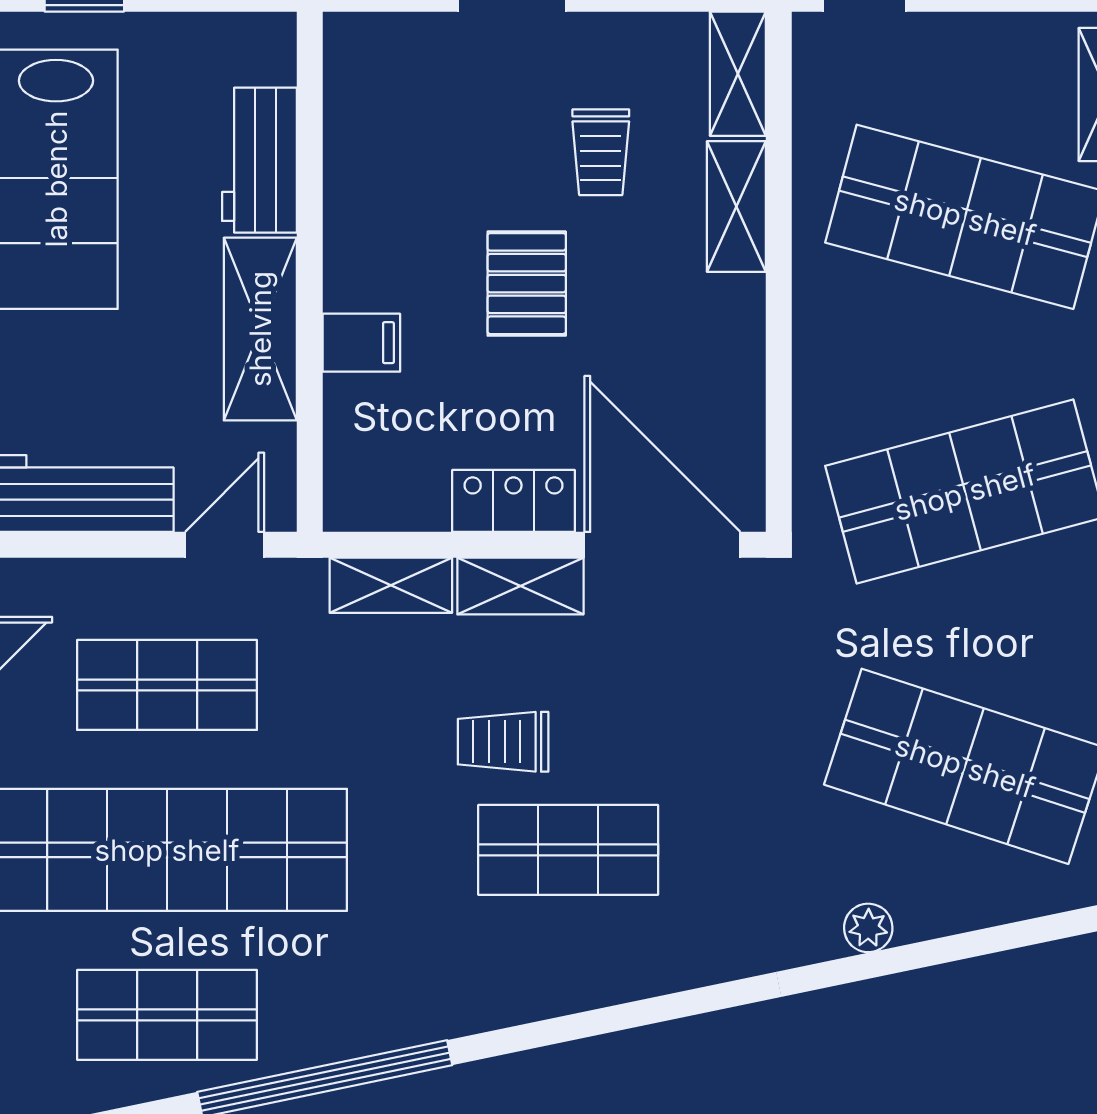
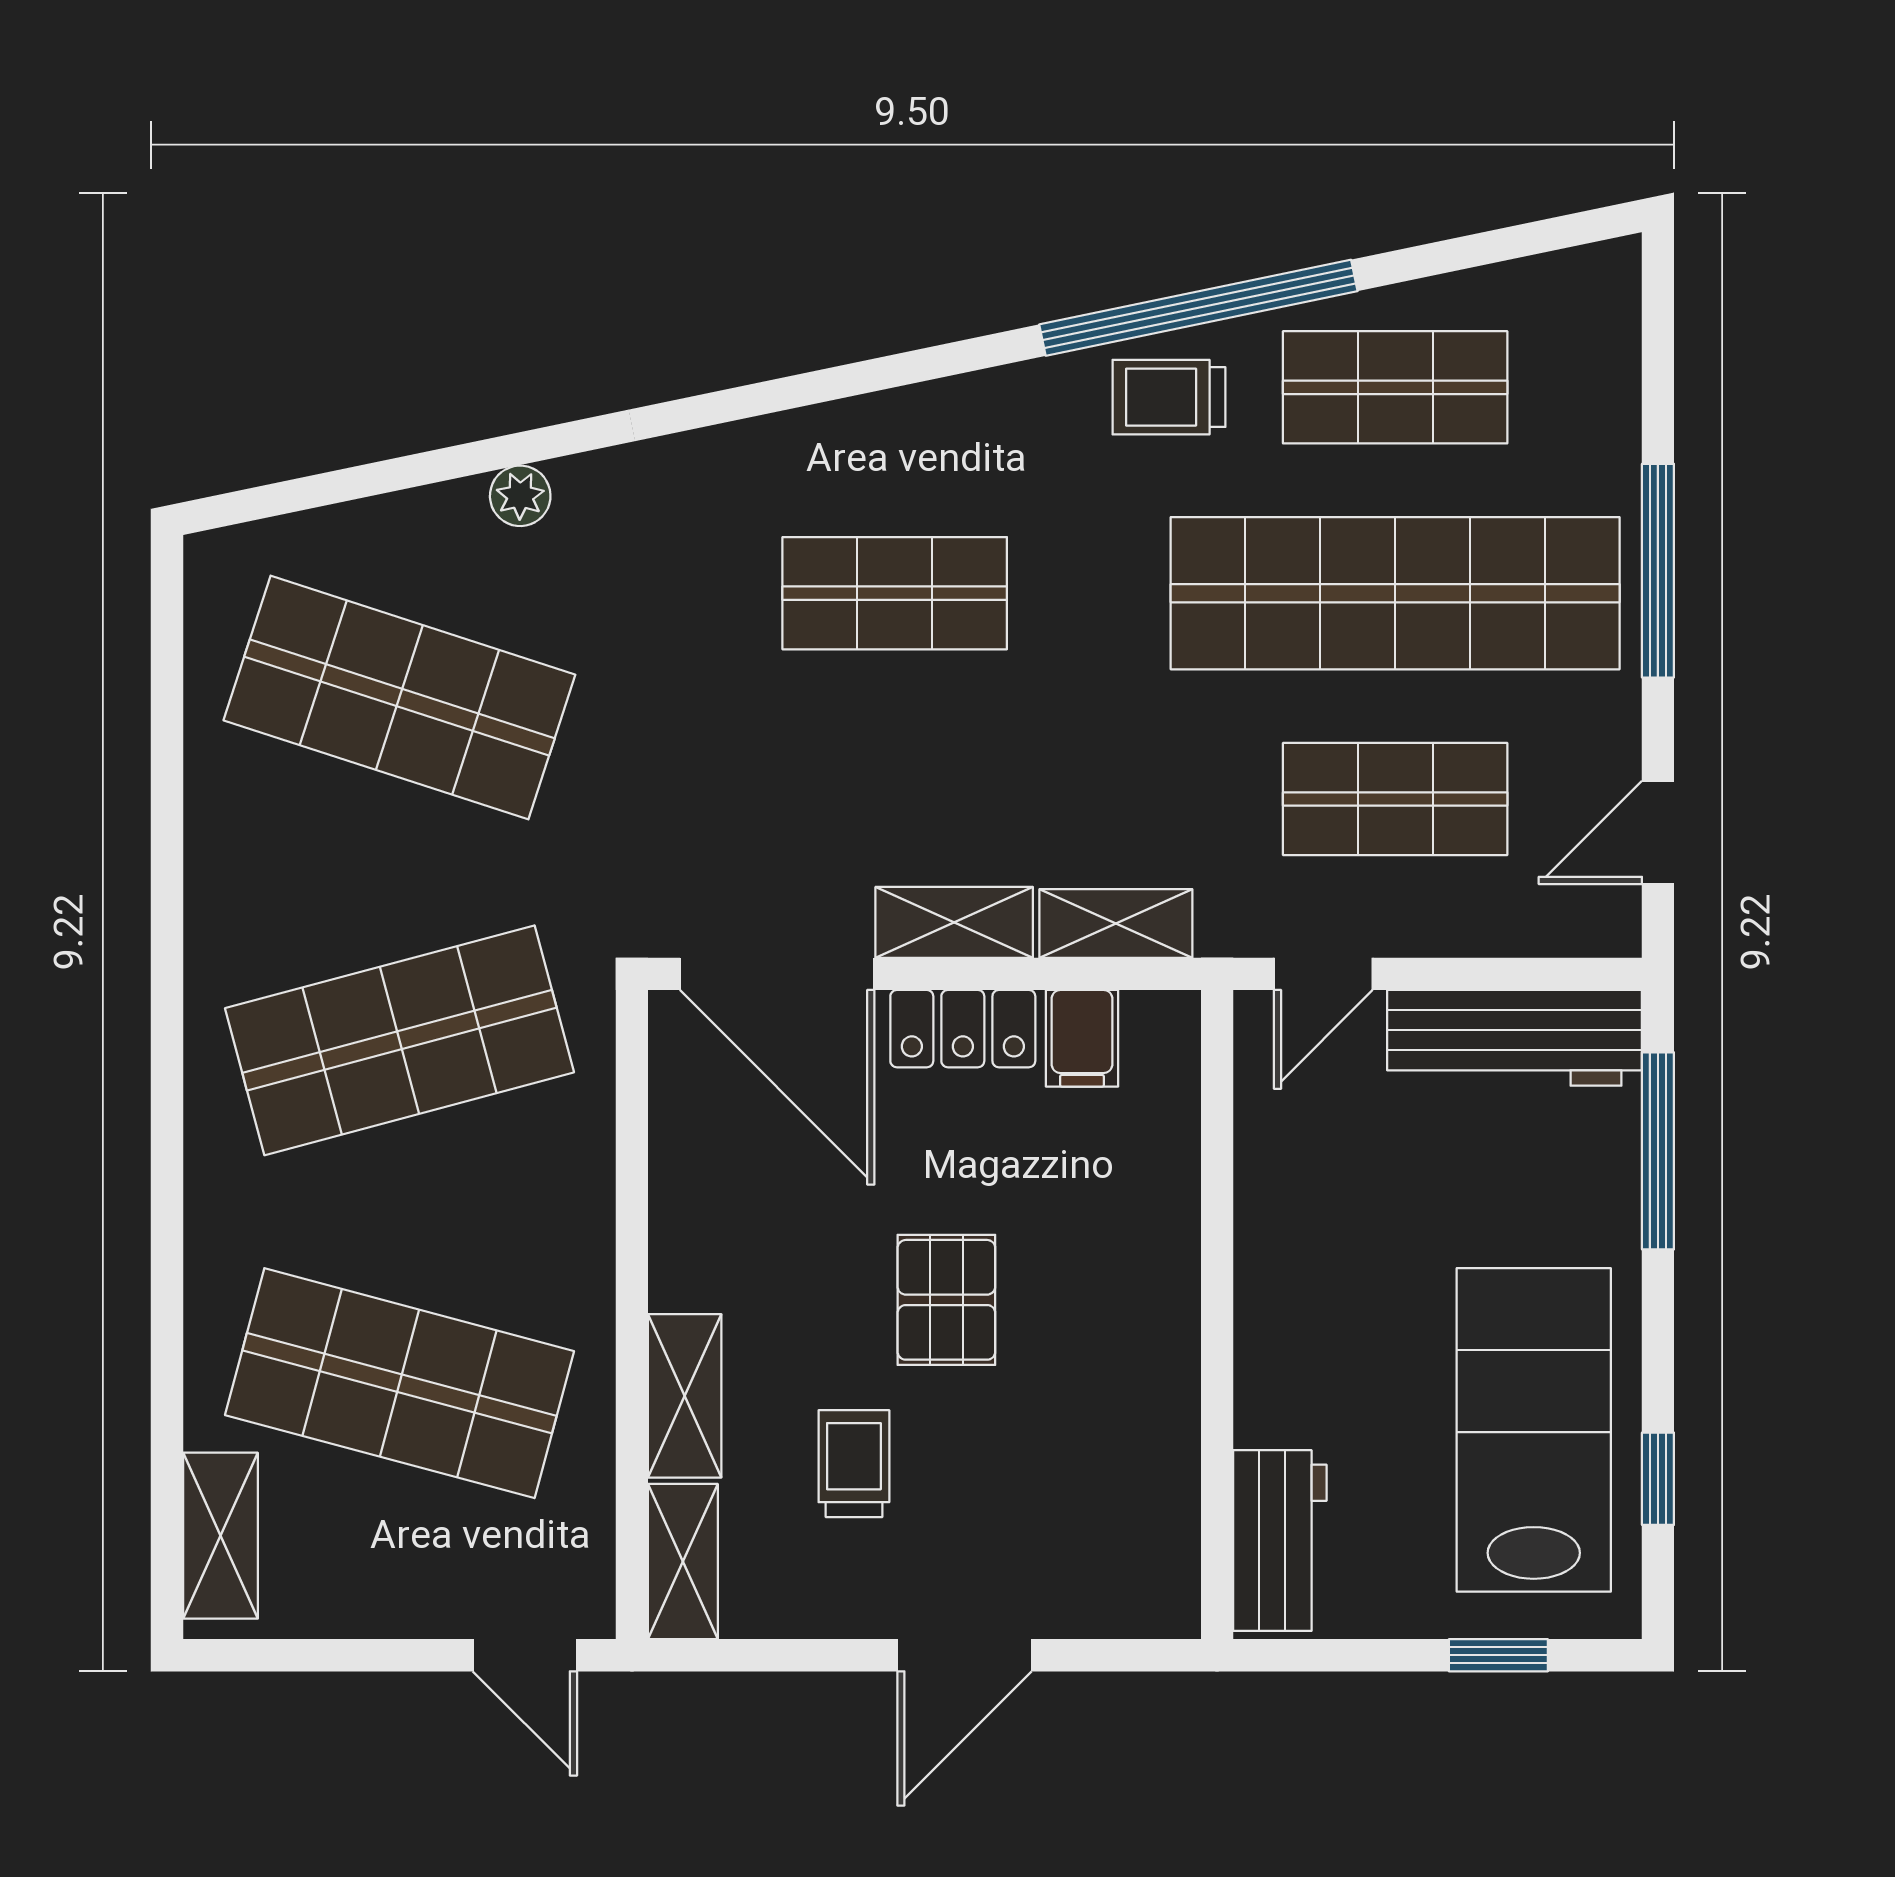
workbench: (259, 160) -> (1280, 1541), moved
shelving: (260, 329) -> (1279, 1243), removed
filing cabinet: (361, 343) -> (1082, 1038), moved, turned -90
trolley: (503, 742) -> (1169, 397), moved, turned 180

